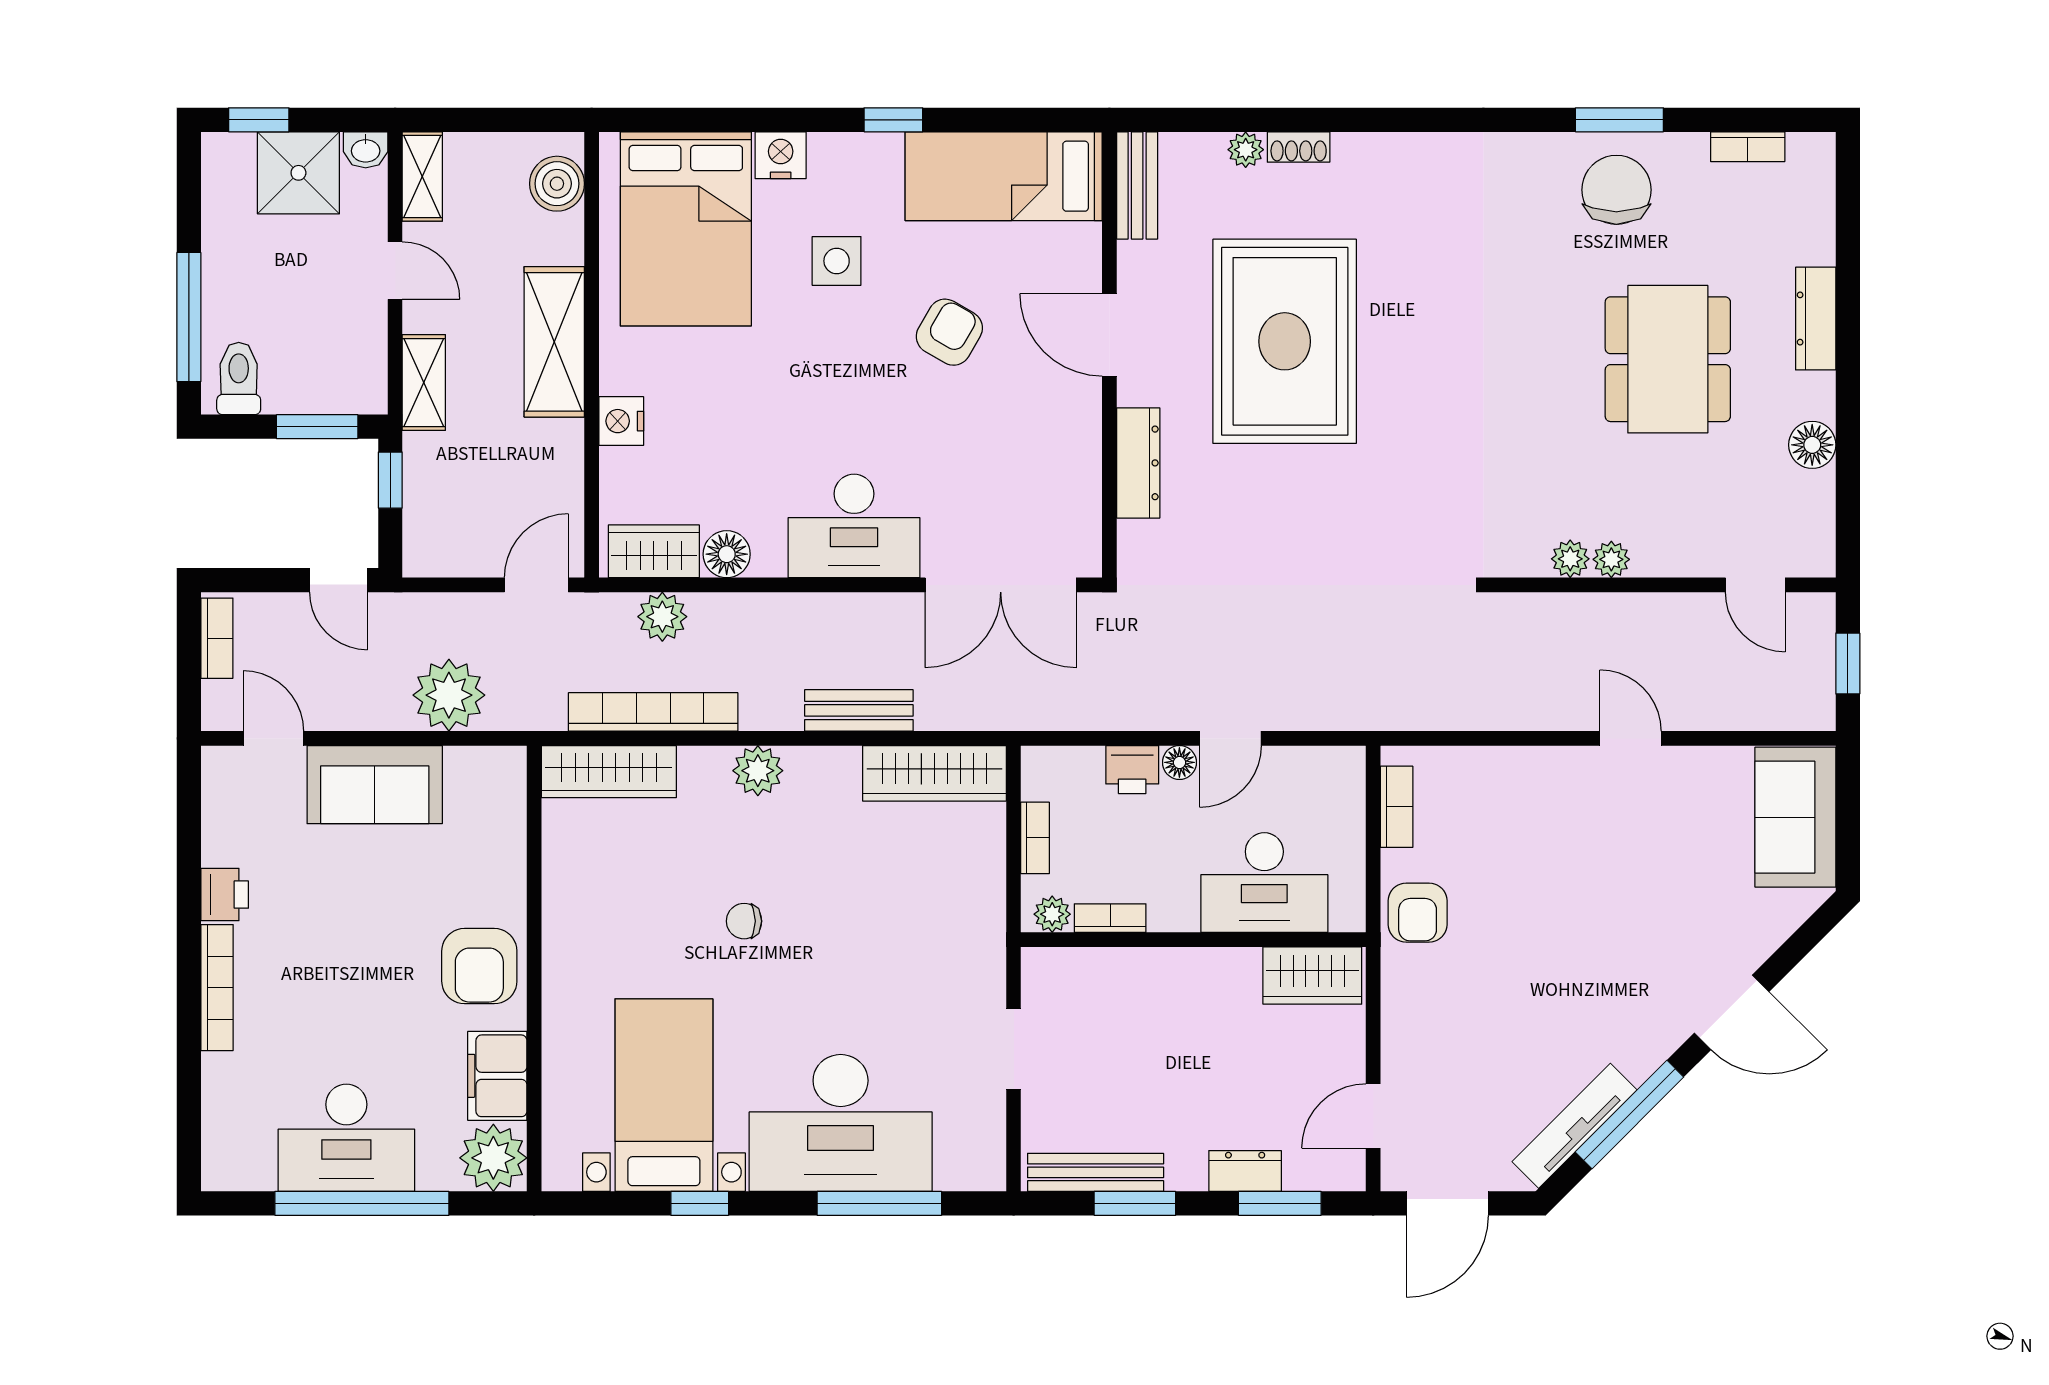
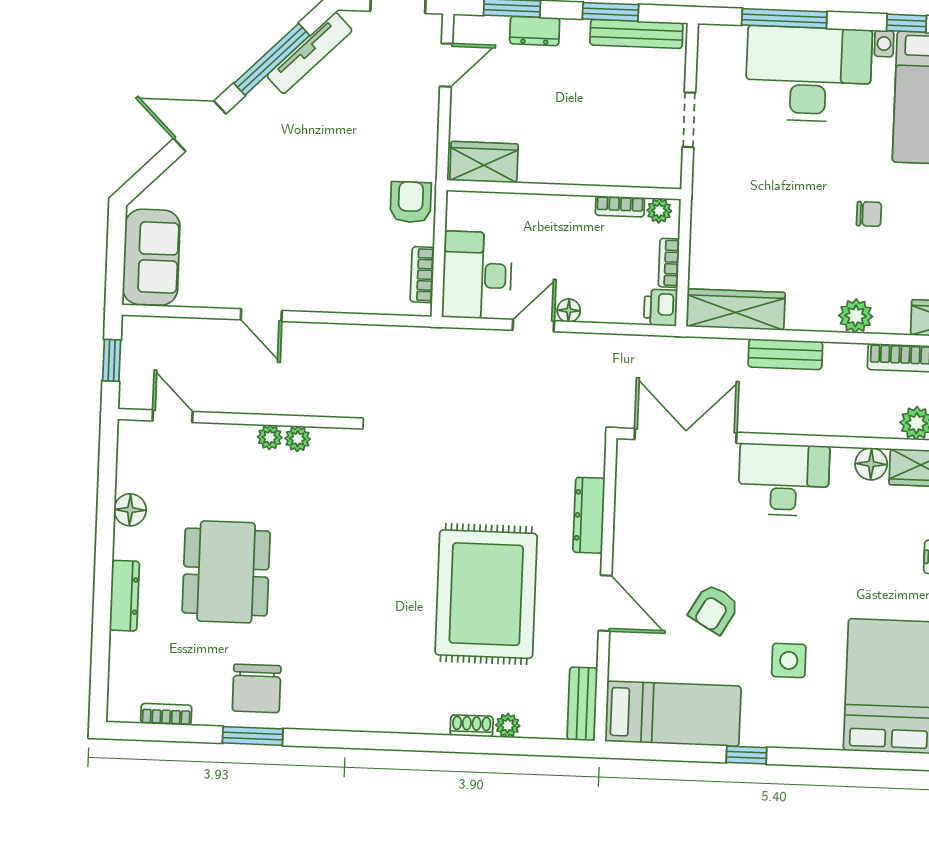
nightstand: (781, 155) -> (824, 734), removed
printer: (1132, 770) -> (661, 308), moved, turned -90
desk: (1264, 883) -> (477, 275), moved, turned -90

